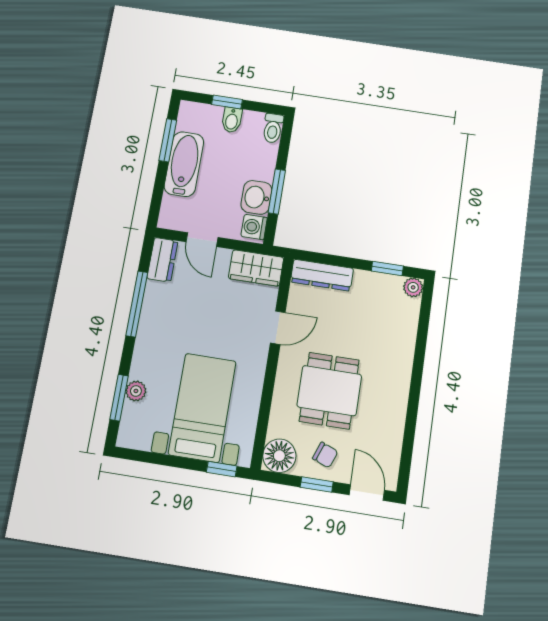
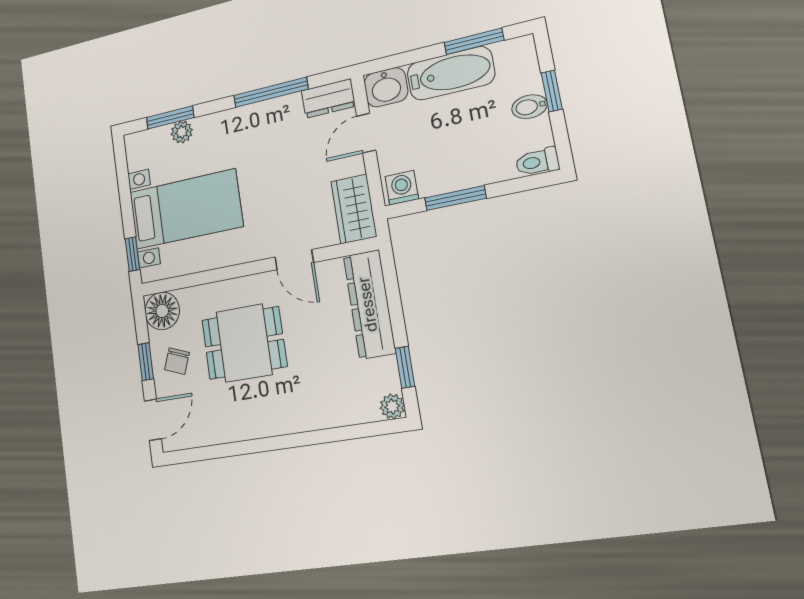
washbasin: (256, 197) -> (386, 87), moved, turned 180
dresser: (322, 275) -> (369, 304), width x1.37, depth x1.24

